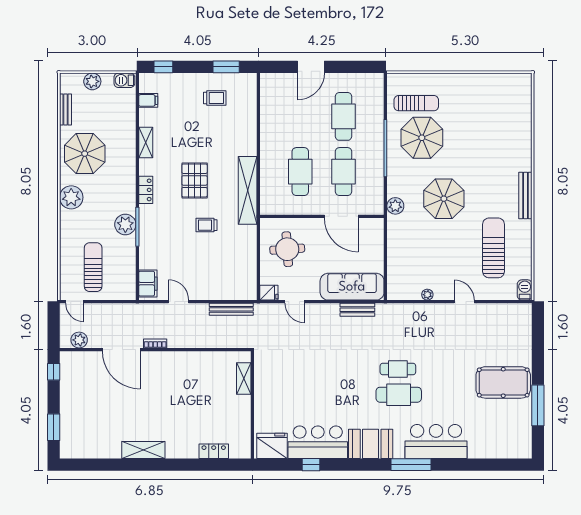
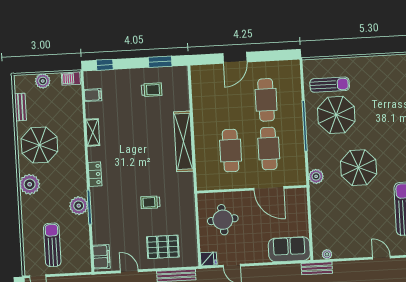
pallet: (195, 180) -> (163, 247), moved, turned 90
shelving: (248, 190) -> (183, 141), moved
sofa: (352, 287) -> (289, 249), width x0.73
plant: (427, 295) -> (327, 254), moved
bench: (357, 310) -> (317, 268), moved

